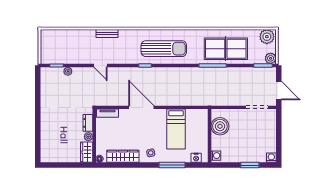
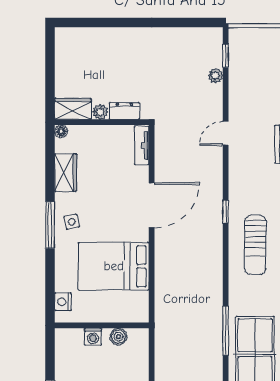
sun lounger: (164, 49) -> (255, 245), width x0.73, depth x0.75
boiler: (220, 126) -> (118, 337), width x0.54, depth x0.54
bed: (176, 129) -> (114, 266), width x1.50
wardrobe: (123, 156) -> (66, 173), width x0.67
washing machine: (216, 156) -> (93, 337), moved
window: (172, 165) -> (50, 225), moved

